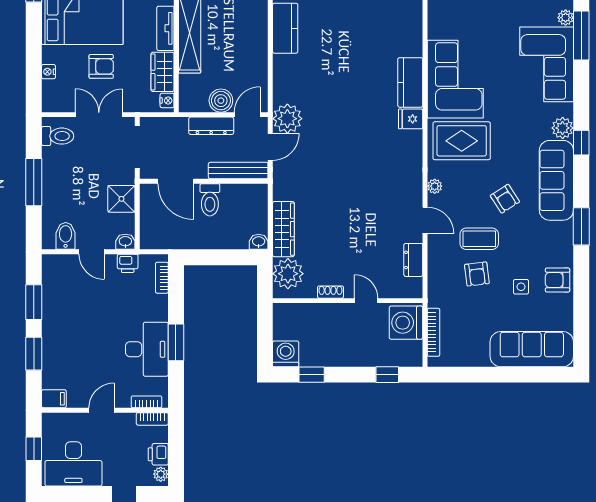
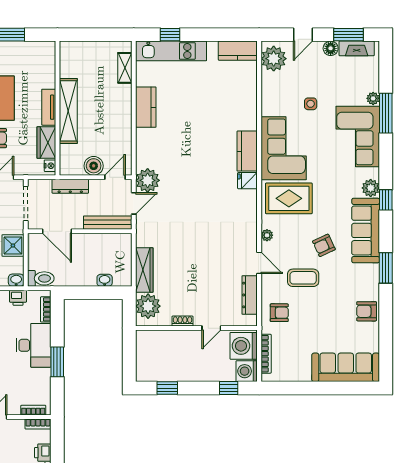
dresser: (211, 126) -> (70, 186), moved
armchair: (505, 199) -> (324, 245), turned 98
toilet: (210, 200) -> (41, 278), moved, turned -90
washbasin: (259, 242) -> (105, 280), moved
dresser: (413, 260) -> (250, 295), width x1.44
armchair: (477, 274) -> (279, 313), moved, turned -83
side table: (521, 287) -> (311, 104), moved
door: (366, 301) -> (211, 328), swing flipped
desk: (147, 349) -> (34, 345), moved
washing machine: (286, 354) -> (247, 371), moved, turned -90

